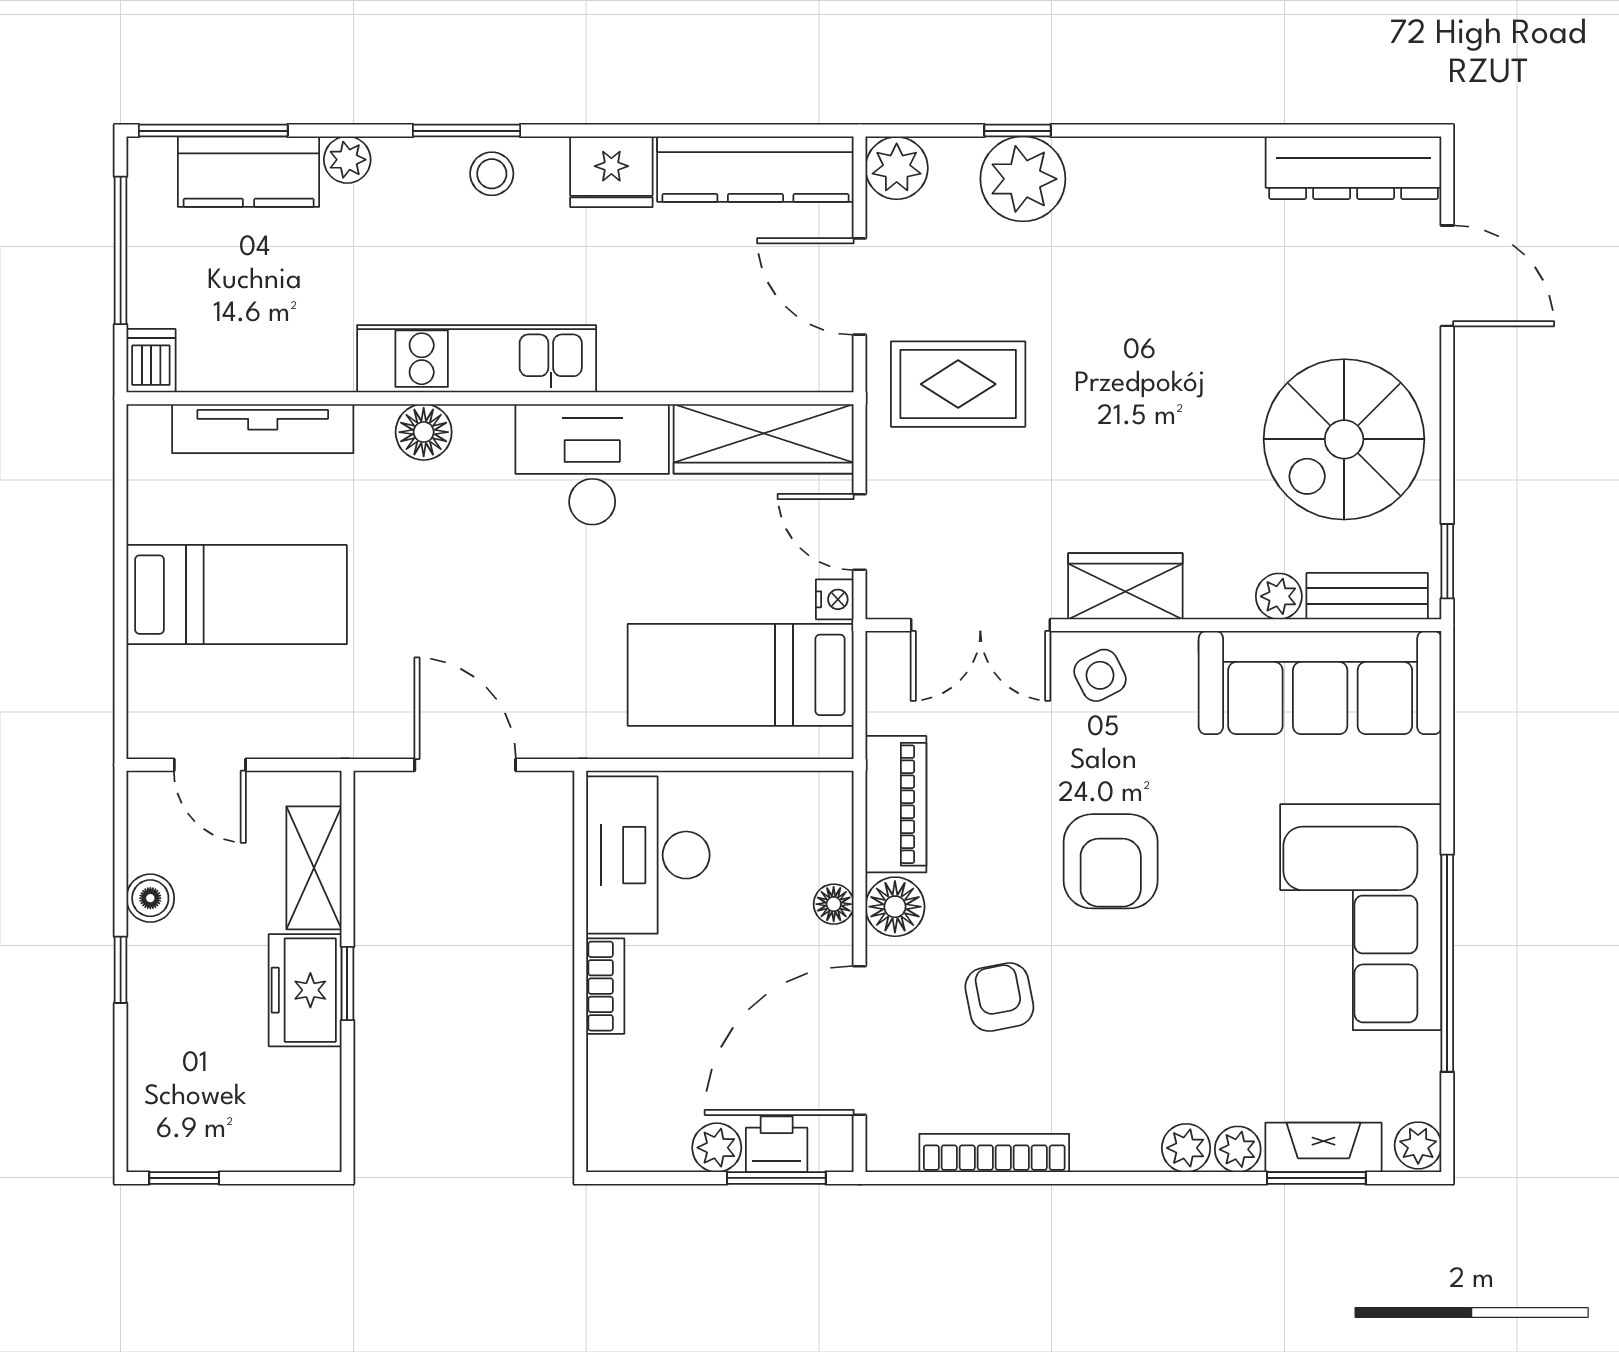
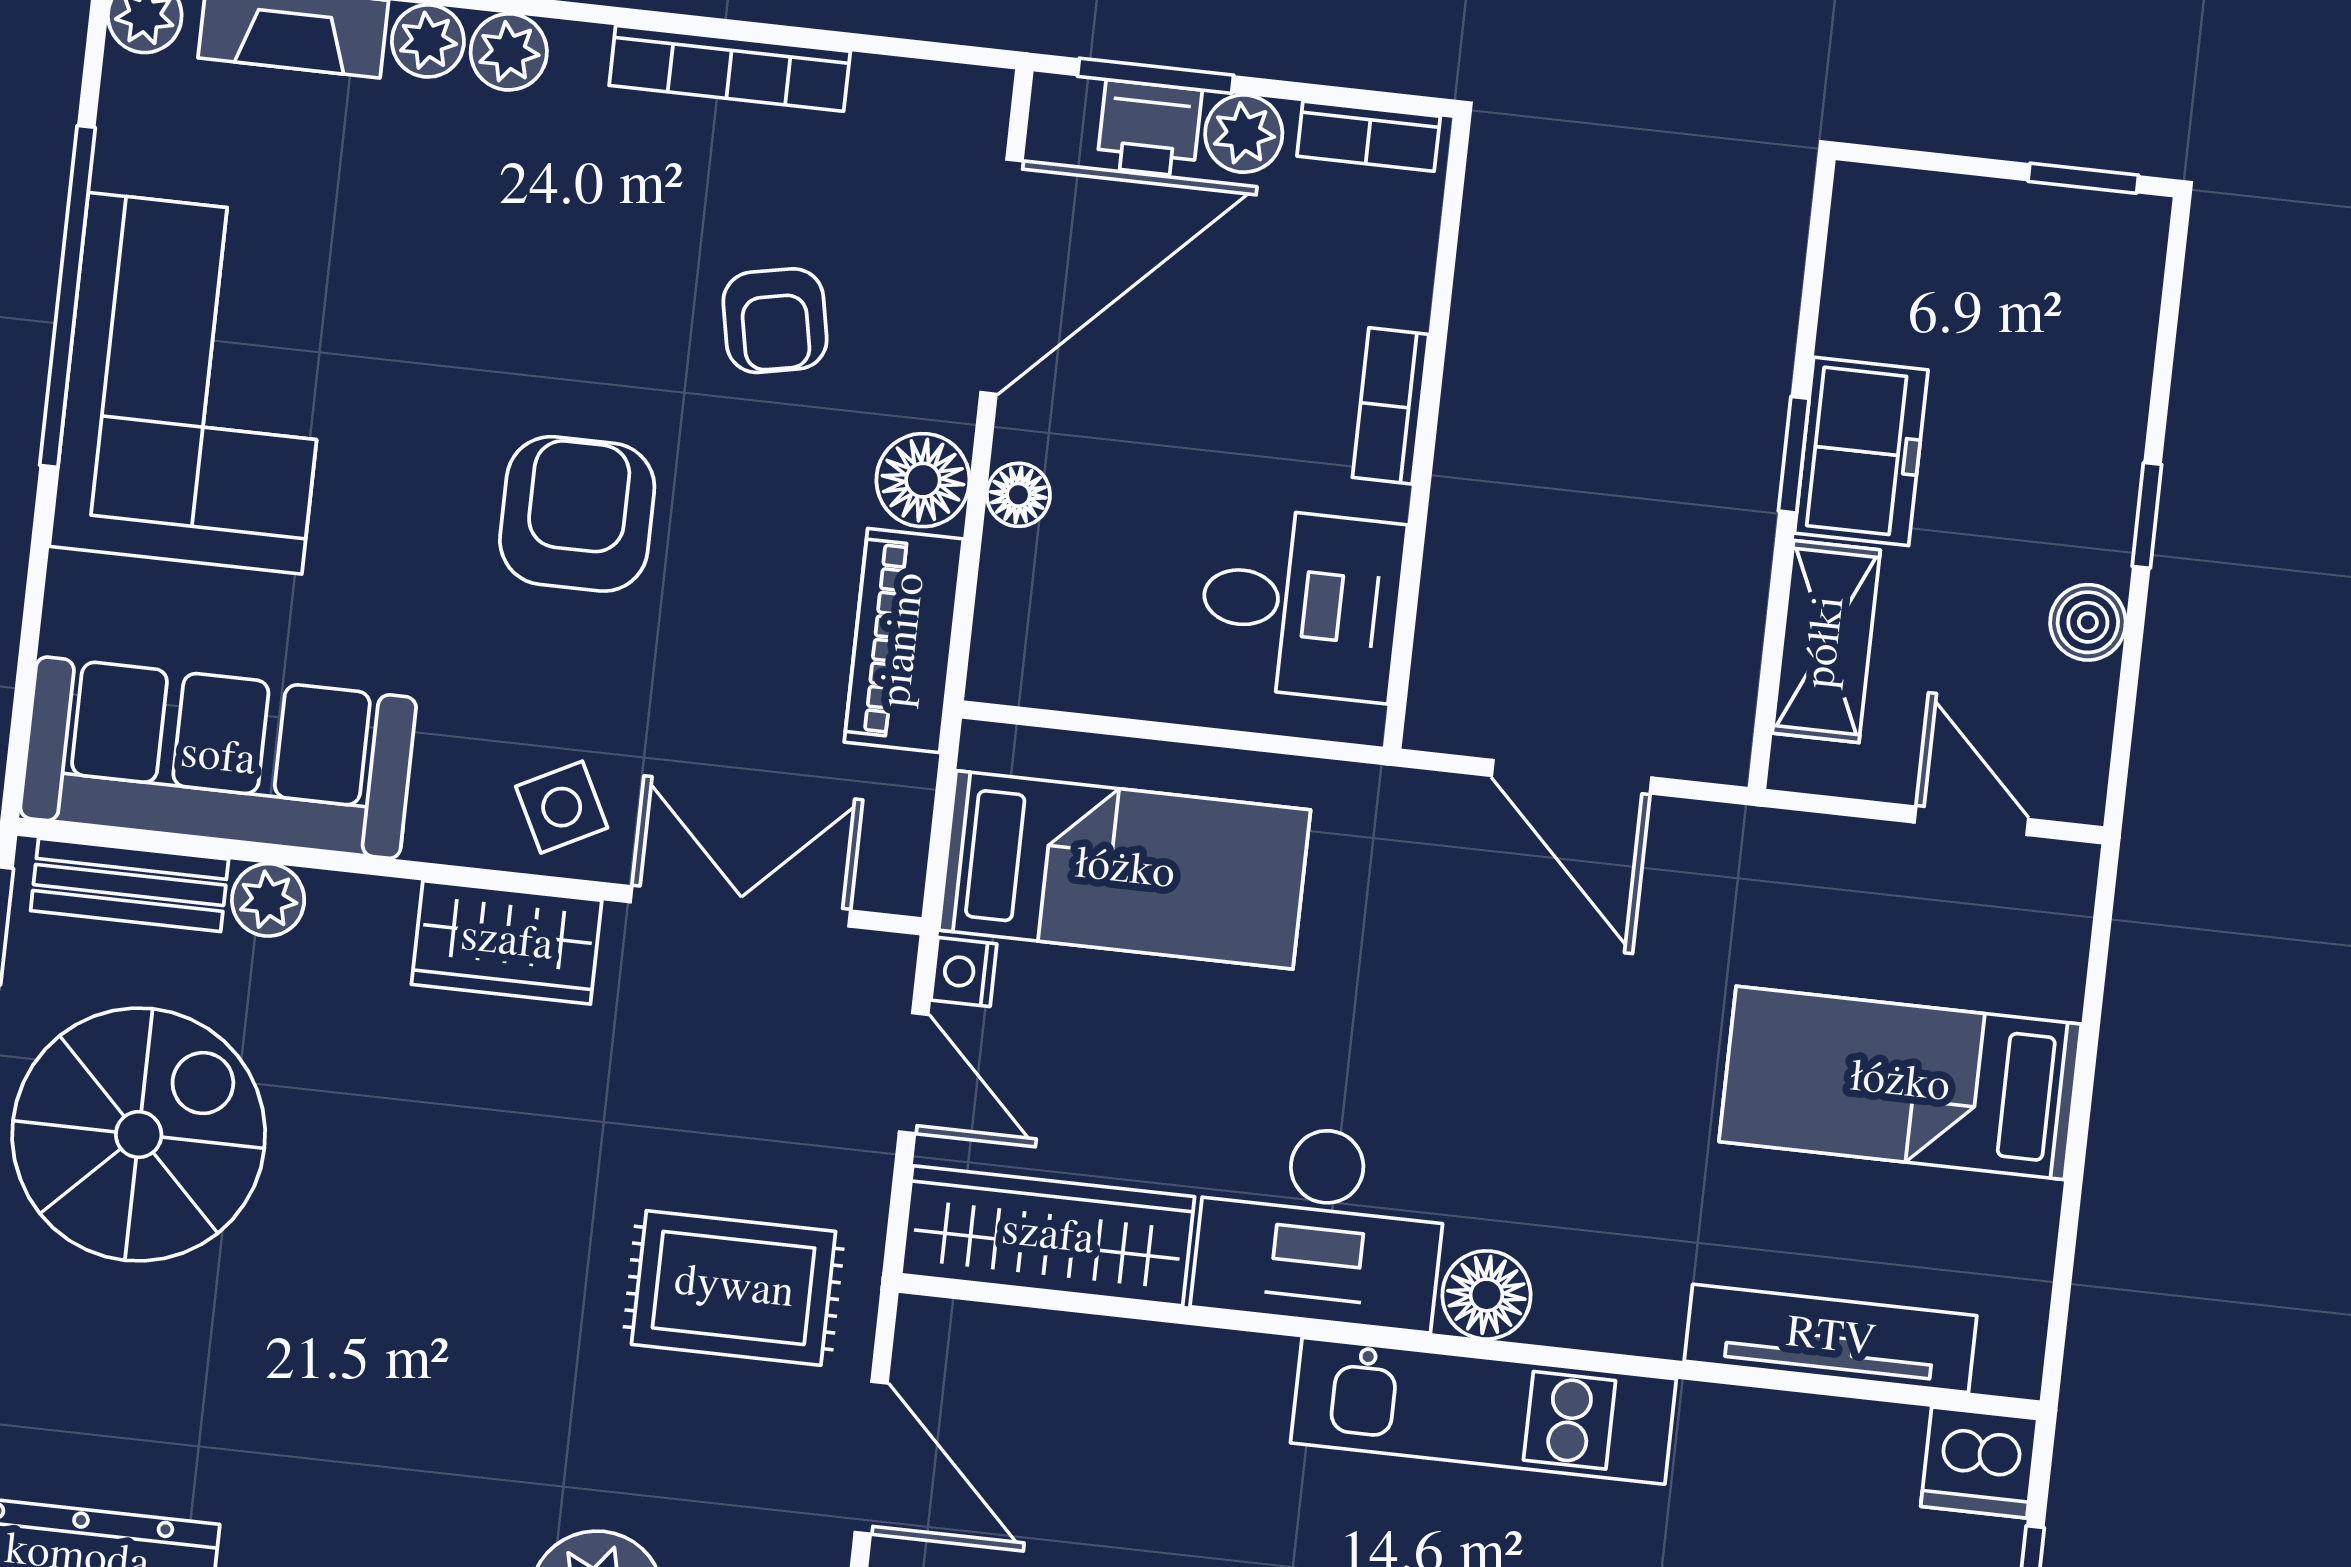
dishwasher: (151, 361) -> (1979, 1463), width x1.38
floor lamp: (424, 432) -> (1486, 1295), moved
desk: (648, 855) -> (1301, 604), width x0.73
bookcase: (994, 1153) -> (730, 68), moved
bookcase: (638, 1155) -> (1369, 136), added

